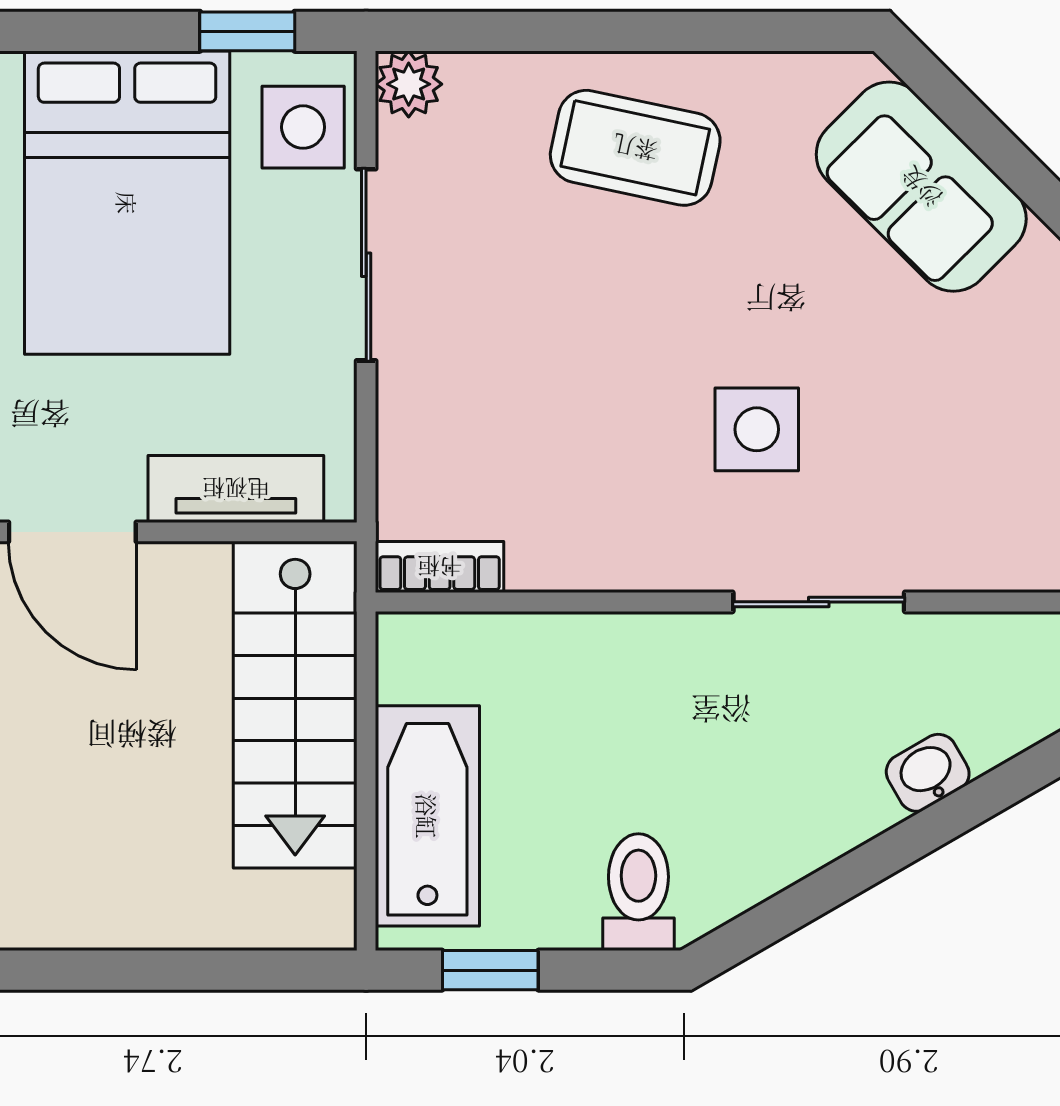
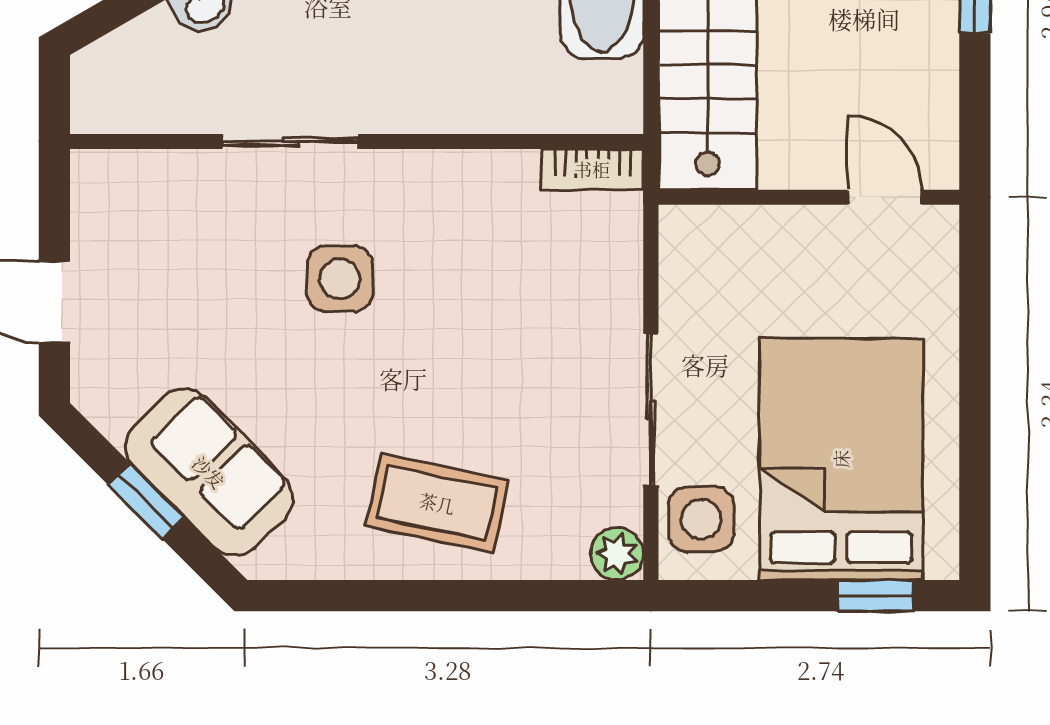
window: (247, 31) -> (876, 596), moved
window: (1000, 150) -> (146, 501), added
tv unit: (236, 489) -> (755, 231), removed
door: (72, 532) -> (885, 197), width x0.73

